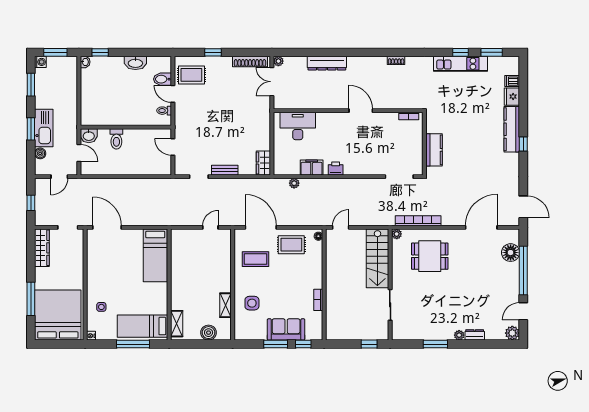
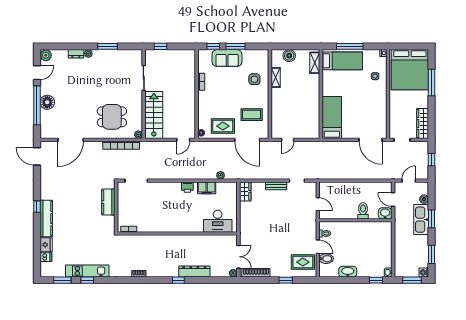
window: (347, 52) -> (178, 280), added
door: (361, 111) -> (167, 234), removed
floor lamp: (511, 253) -> (47, 102), moved

